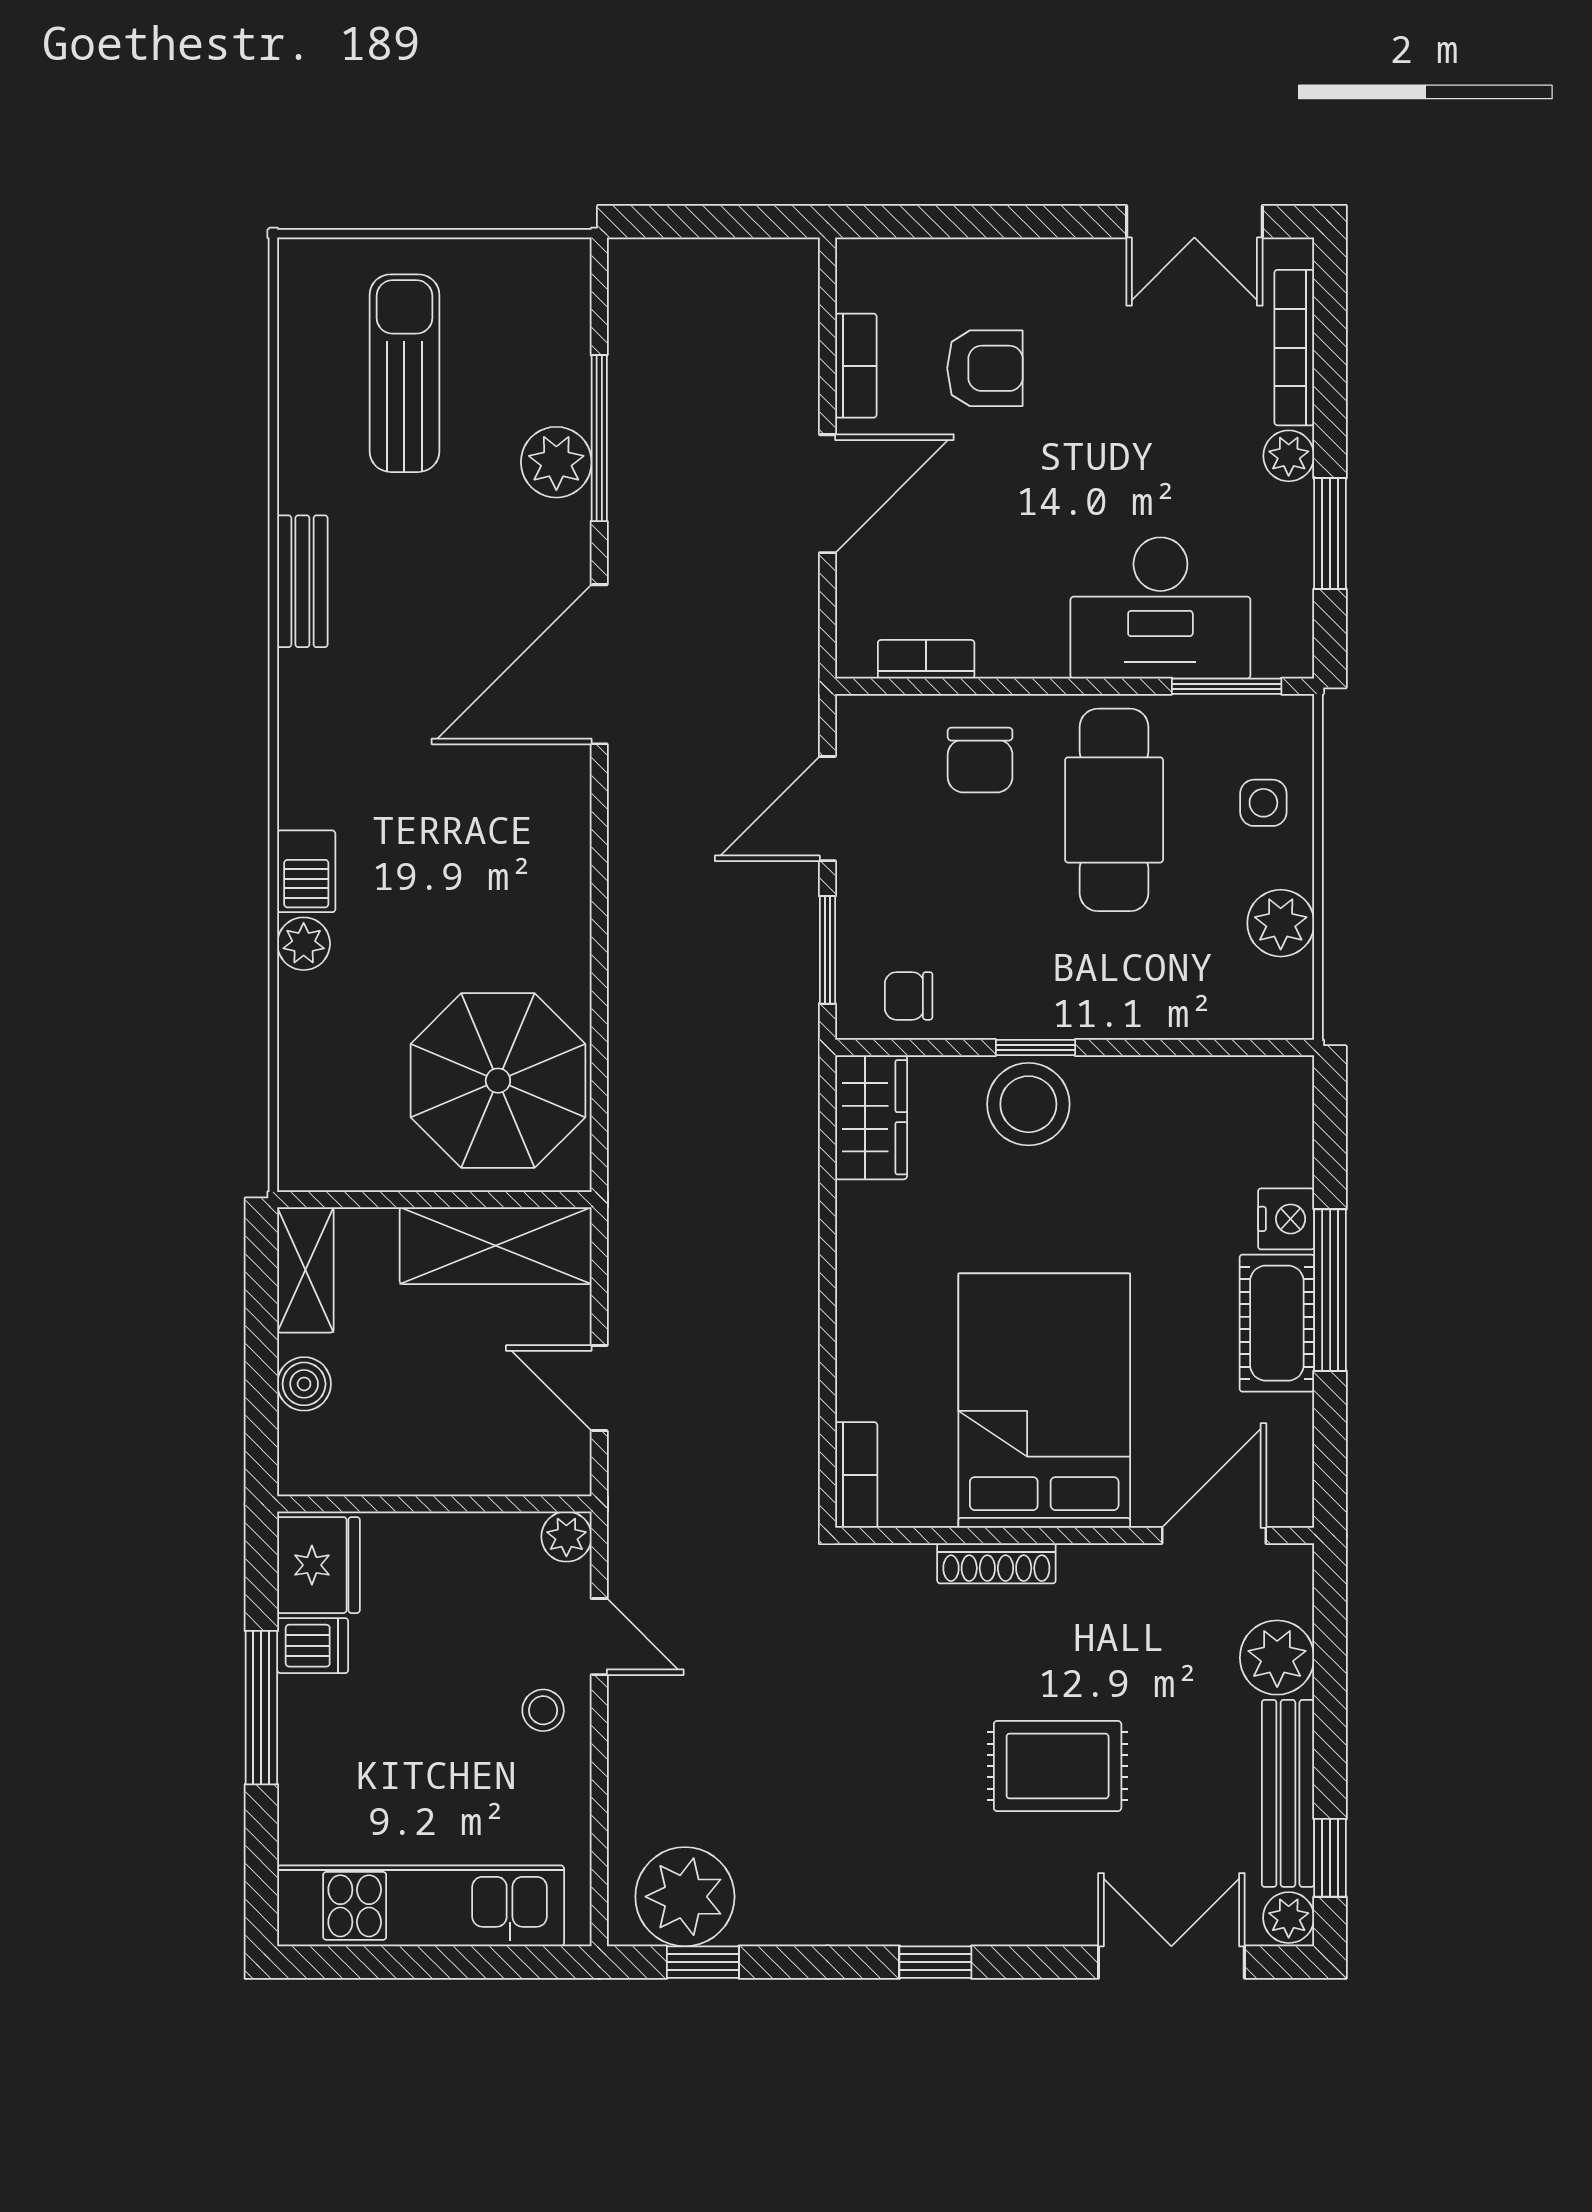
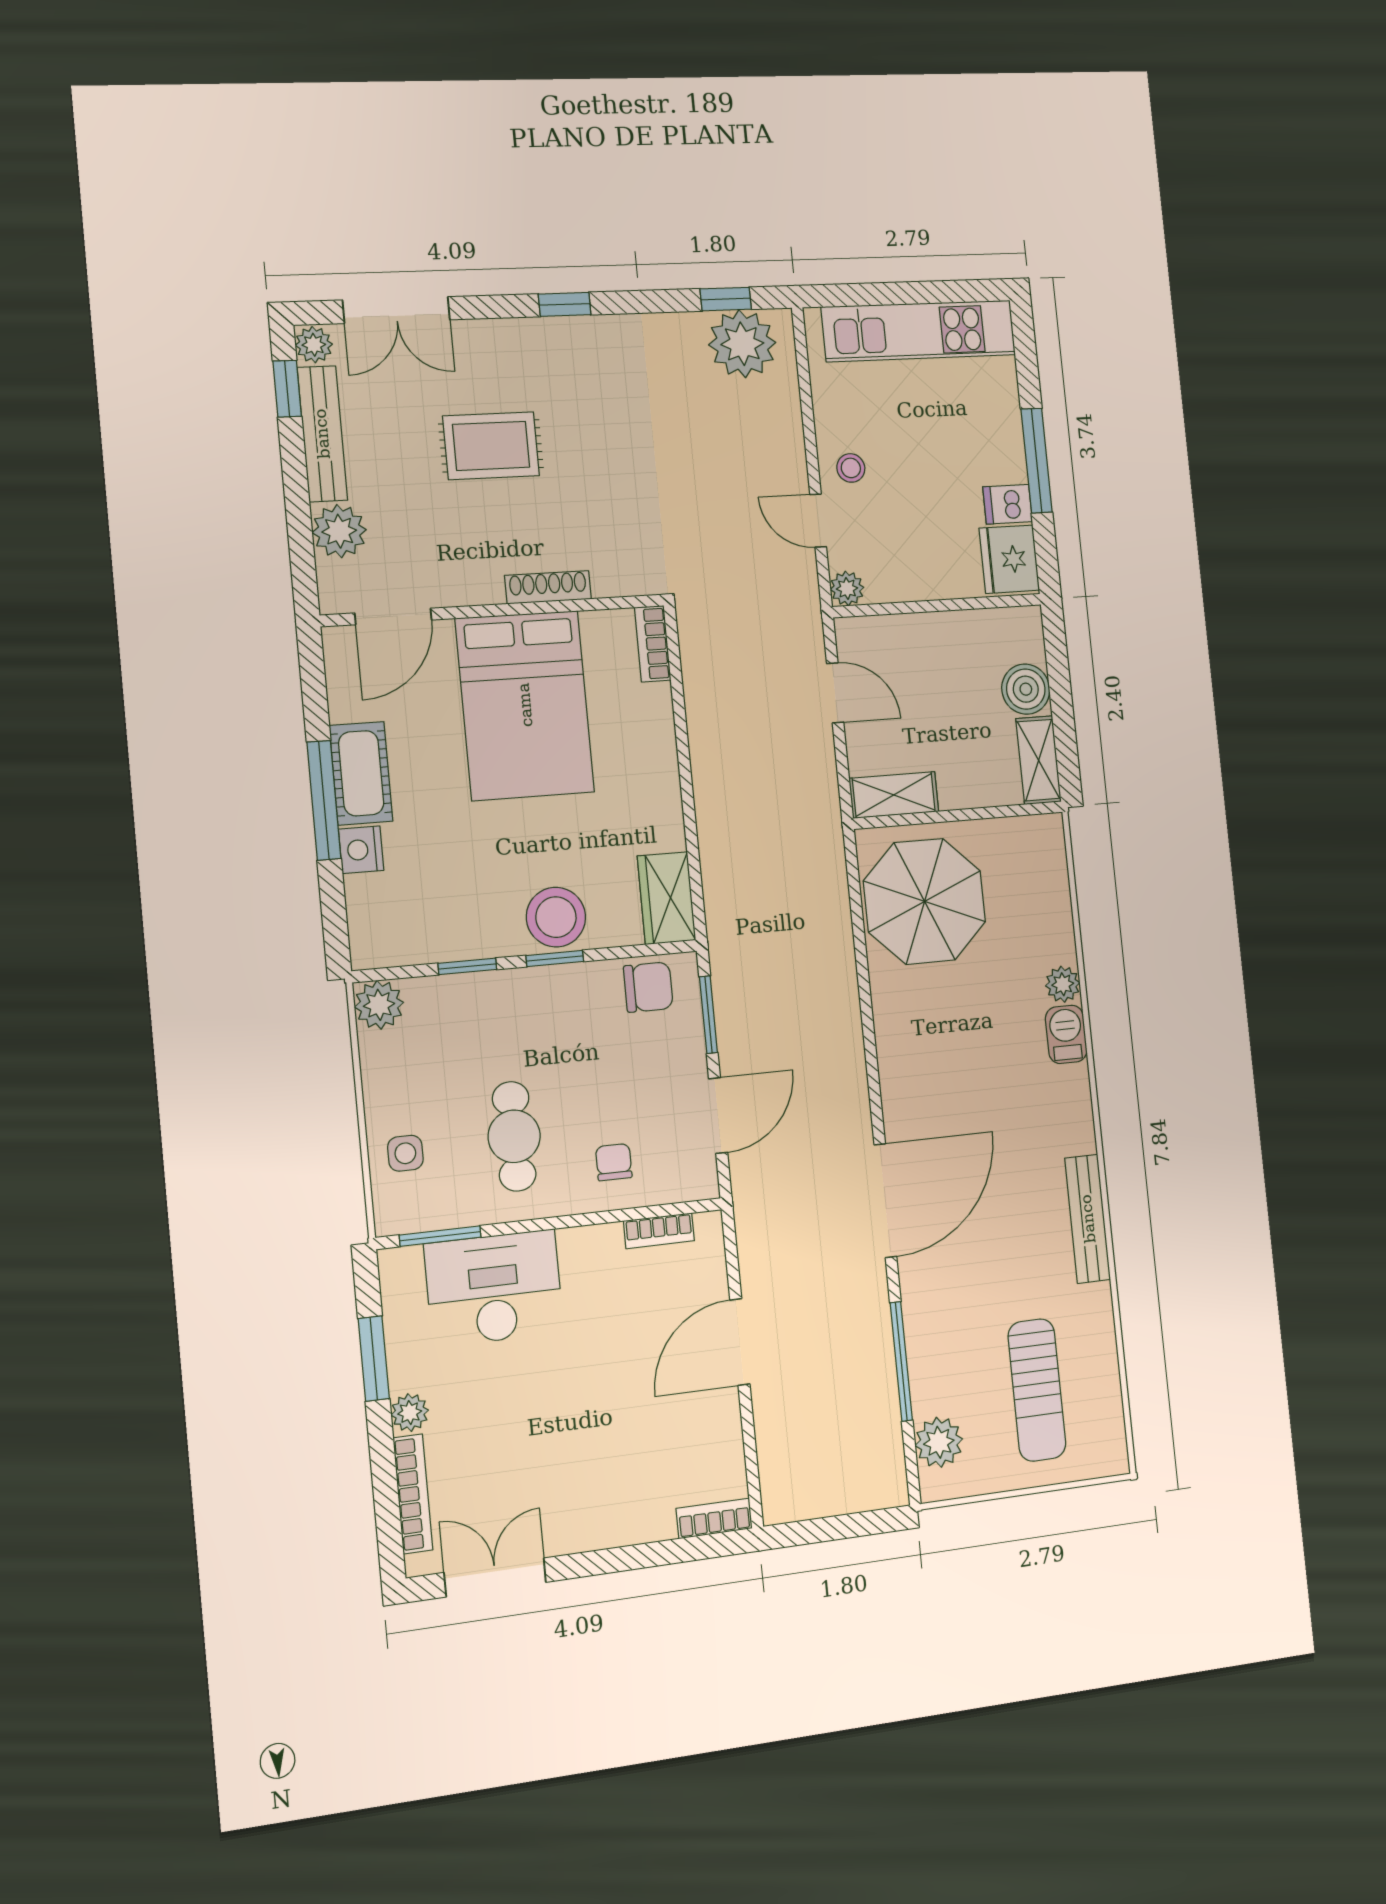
bookcase: (856, 366) -> (714, 1518), moved, turned 90
armchair: (985, 368) -> (637, 1448), removed
plant: (556, 462) -> (939, 1442), moved
bench: (302, 581) -> (1088, 1219), width x1.36
chair: (980, 760) -> (614, 1162), width x0.73, depth x0.73
cafe table: (1114, 810) -> (514, 1136), width x0.73, depth x0.74
plant: (1281, 923) -> (379, 1005), moved
chair: (909, 996) -> (648, 987), width x1.37, depth x1.37
window: (1157, 1048) -> (467, 966), added
shelving: (496, 1246) -> (894, 795), width x0.67, depth x0.75
boiler: (304, 1384) -> (1026, 689), width x1.36, depth x1.36

